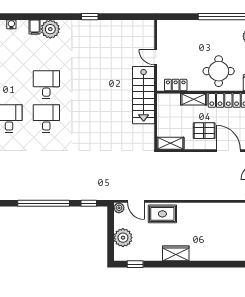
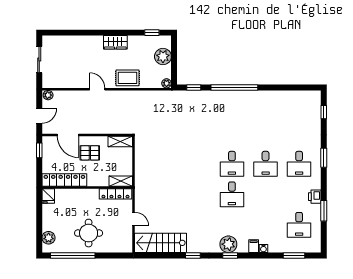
window: (48, 17) -> (230, 255), added
filing cabinet: (35, 27) -> (254, 246), moved
round table: (219, 71) -> (89, 233), moved
locker: (176, 85) -> (115, 194), width x1.53
stairs: (144, 95) -> (161, 243), moved, turned -90
shelving: (194, 99) -> (121, 181), moved
door: (136, 201) -> (97, 89), moved

